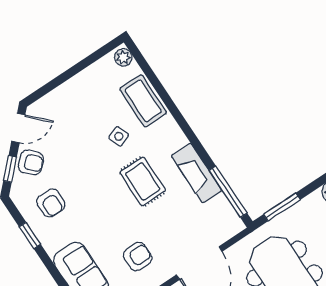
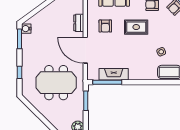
fireplace: (197, 173) -> (114, 74), moved
rug: (143, 181) -> (136, 27), moved

